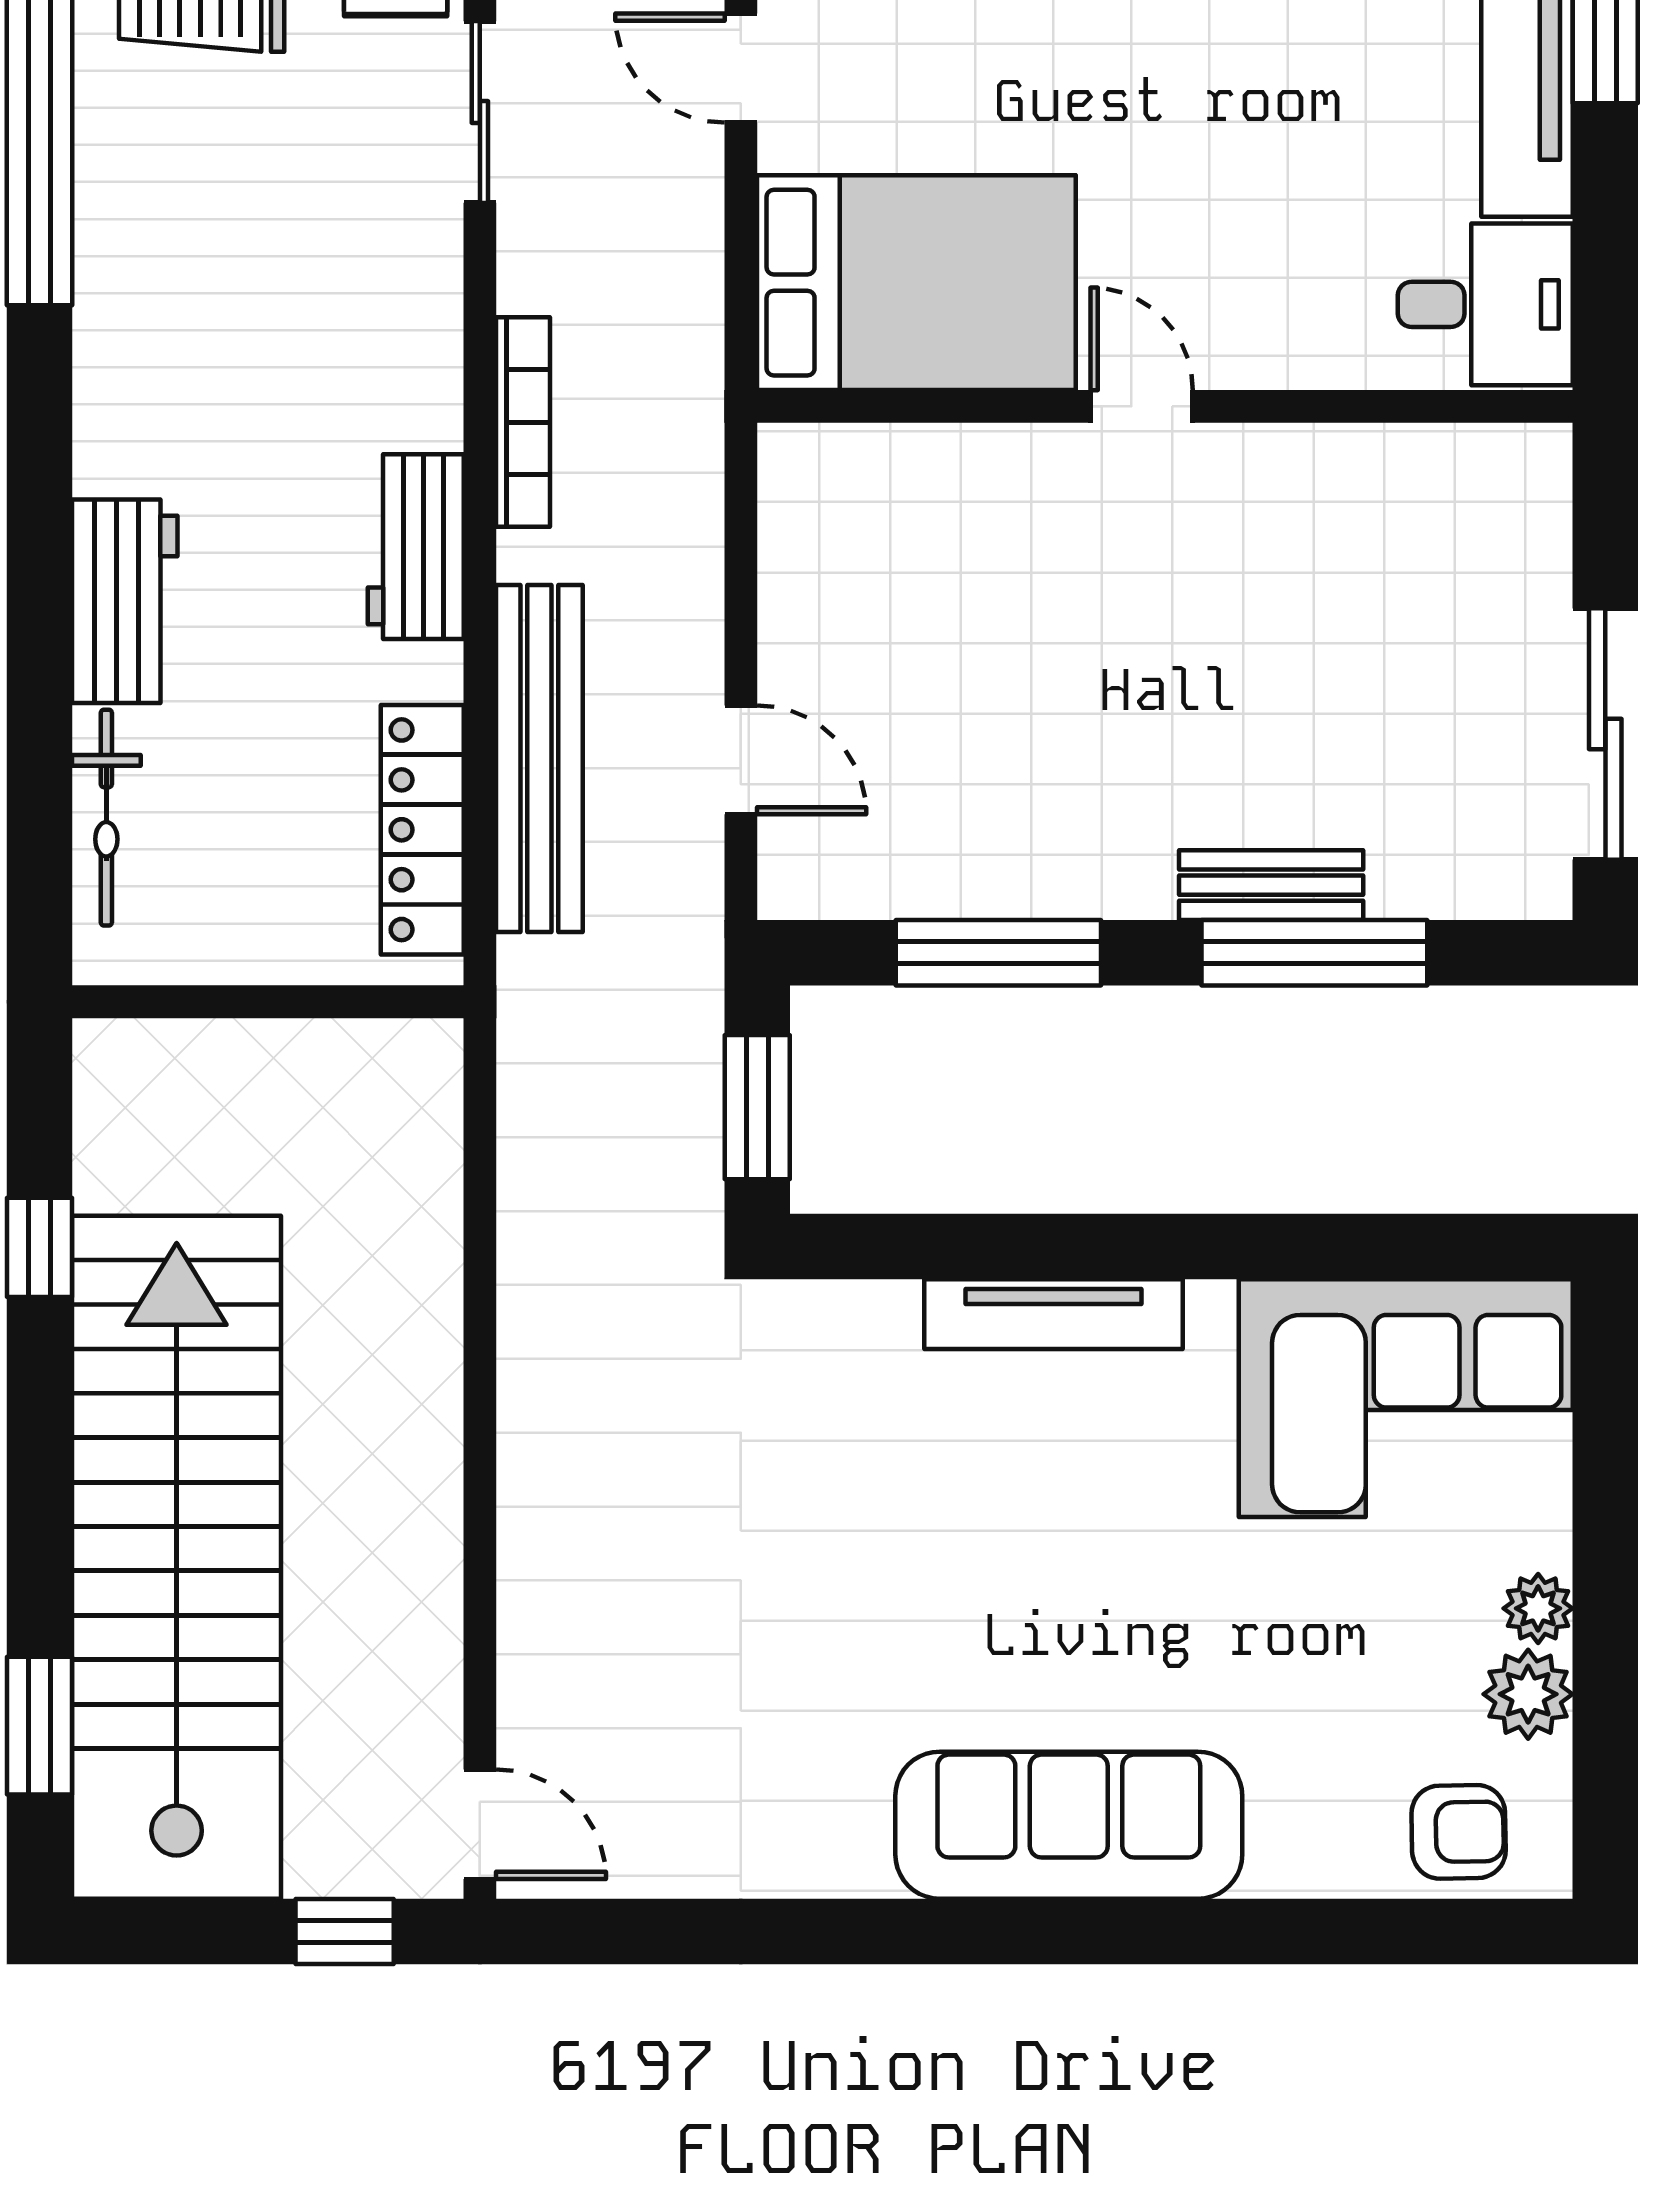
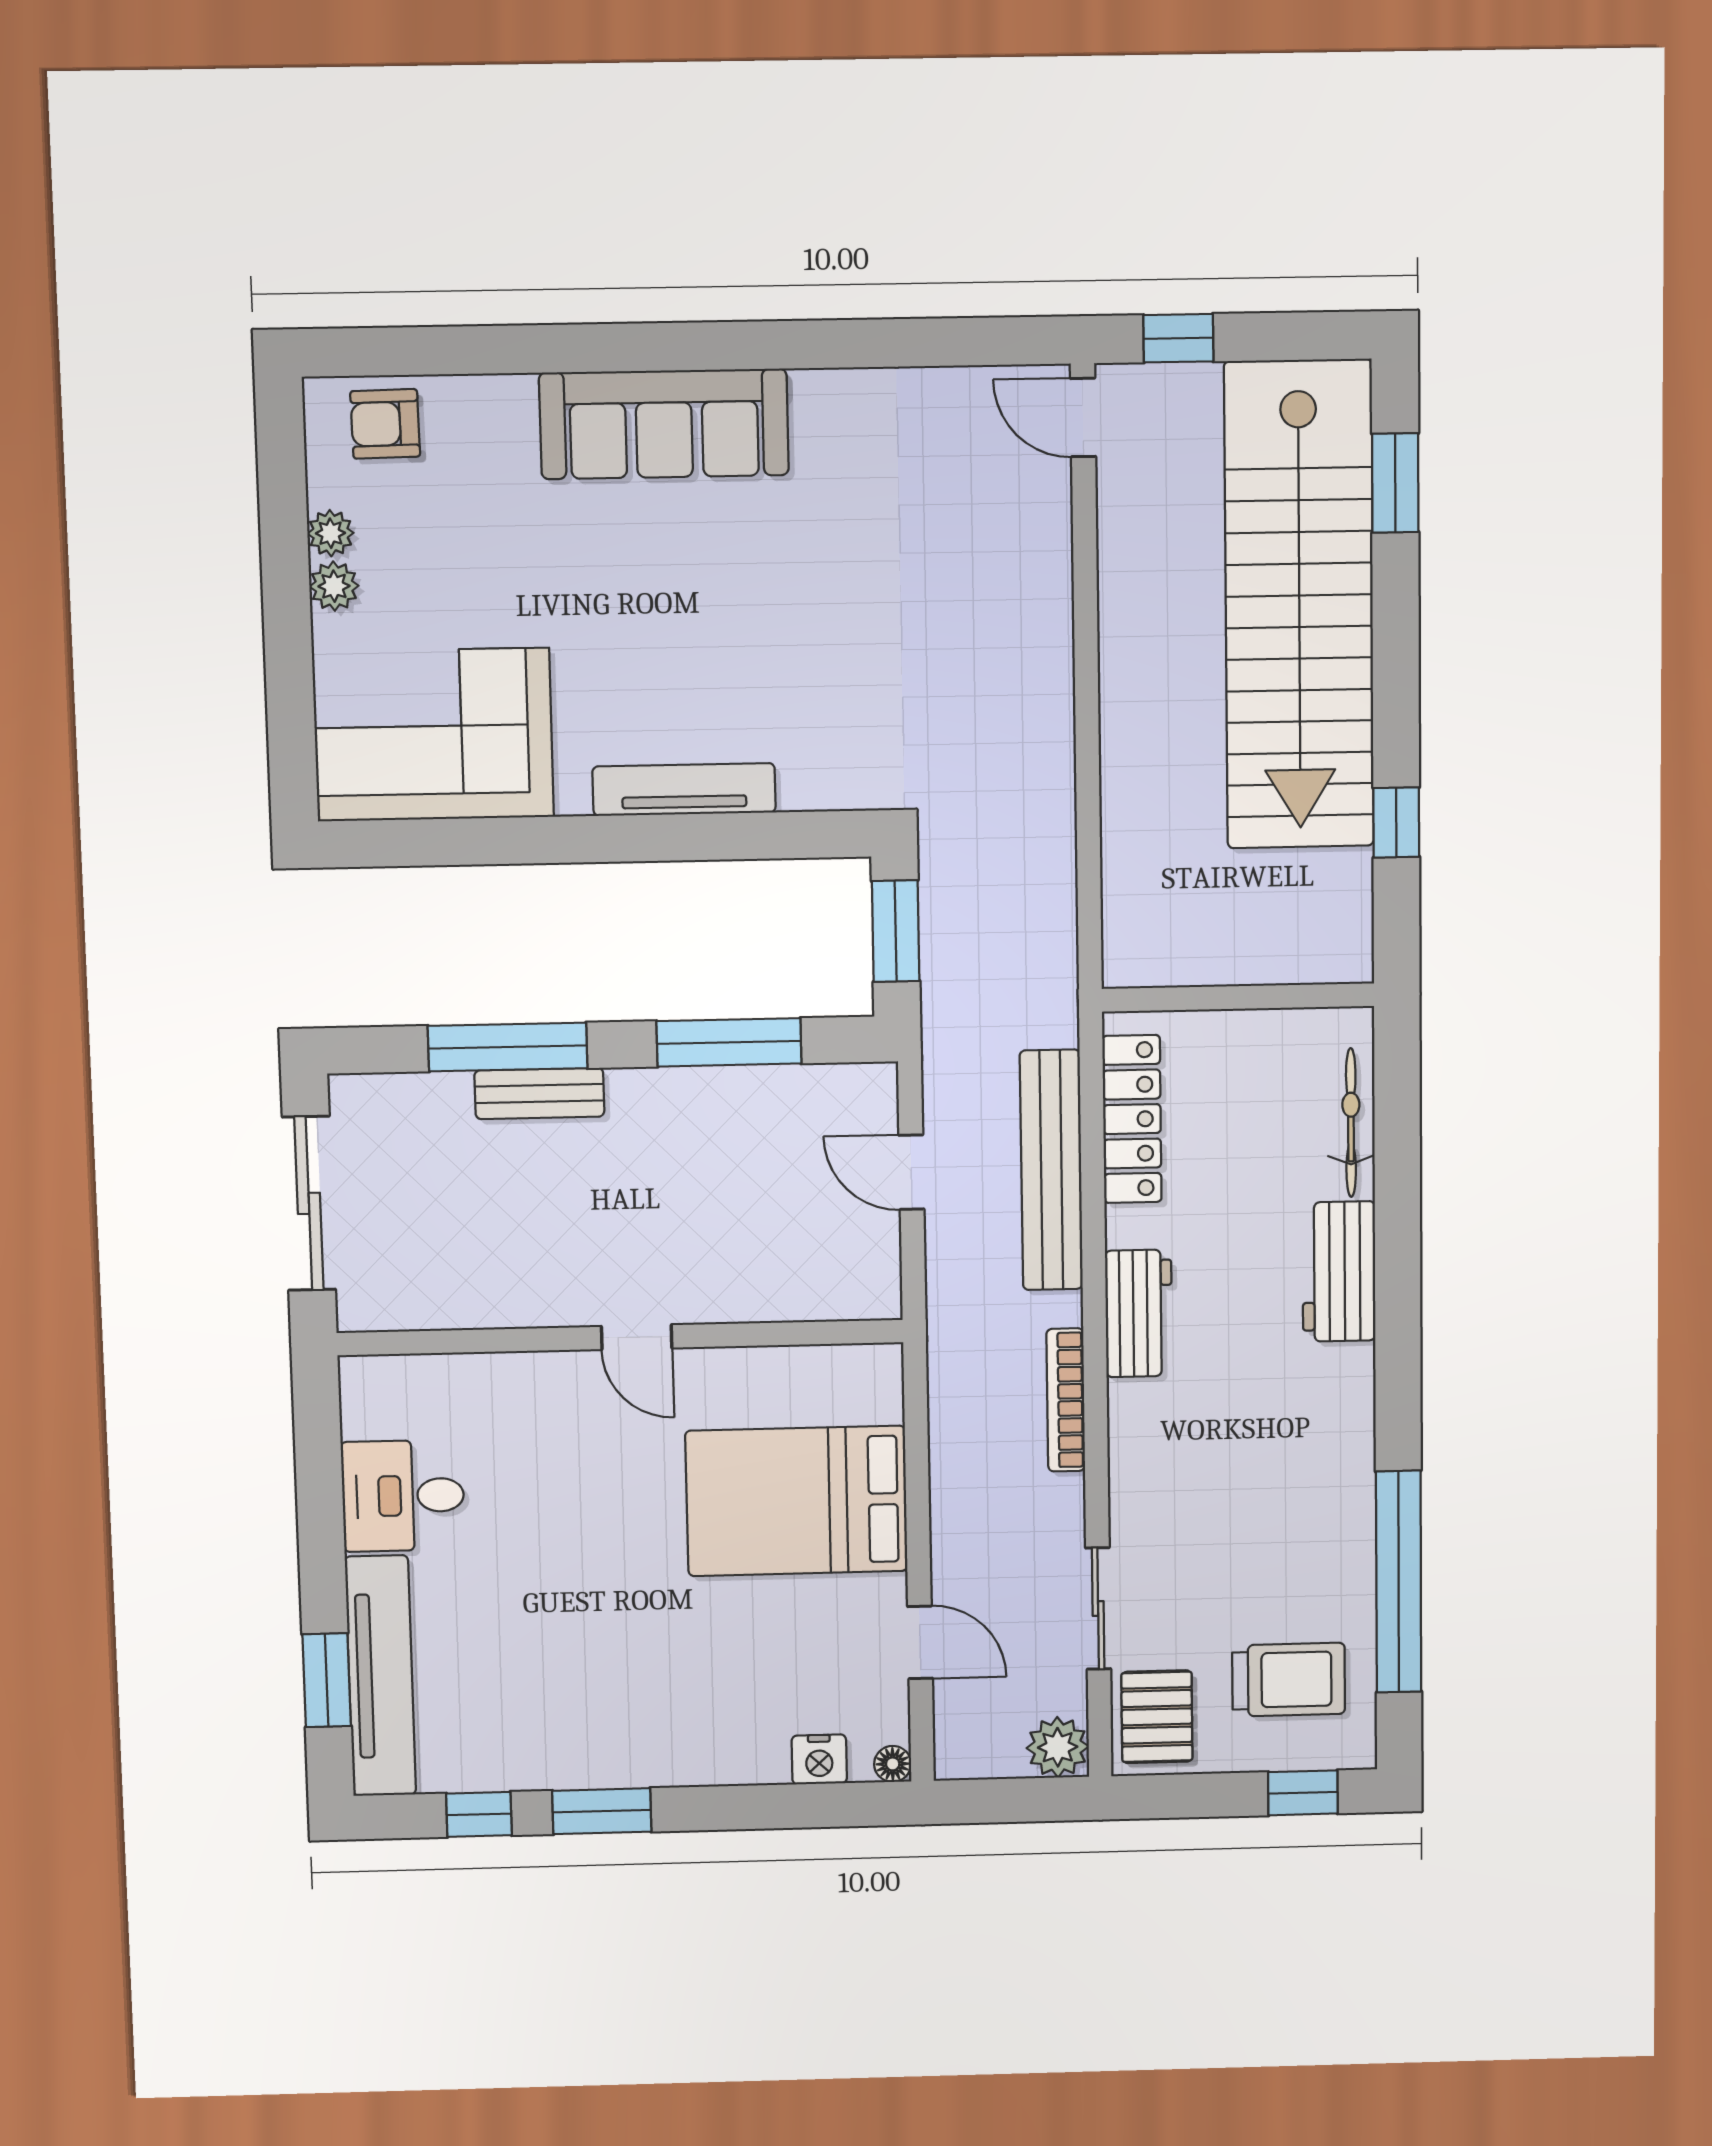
door: (1142, 406) -> (637, 1337), moved
wall: (1165, 406) -> (620, 1338), moved
plant: (1528, 1694) -> (331, 533), width x0.73, depth x0.73

